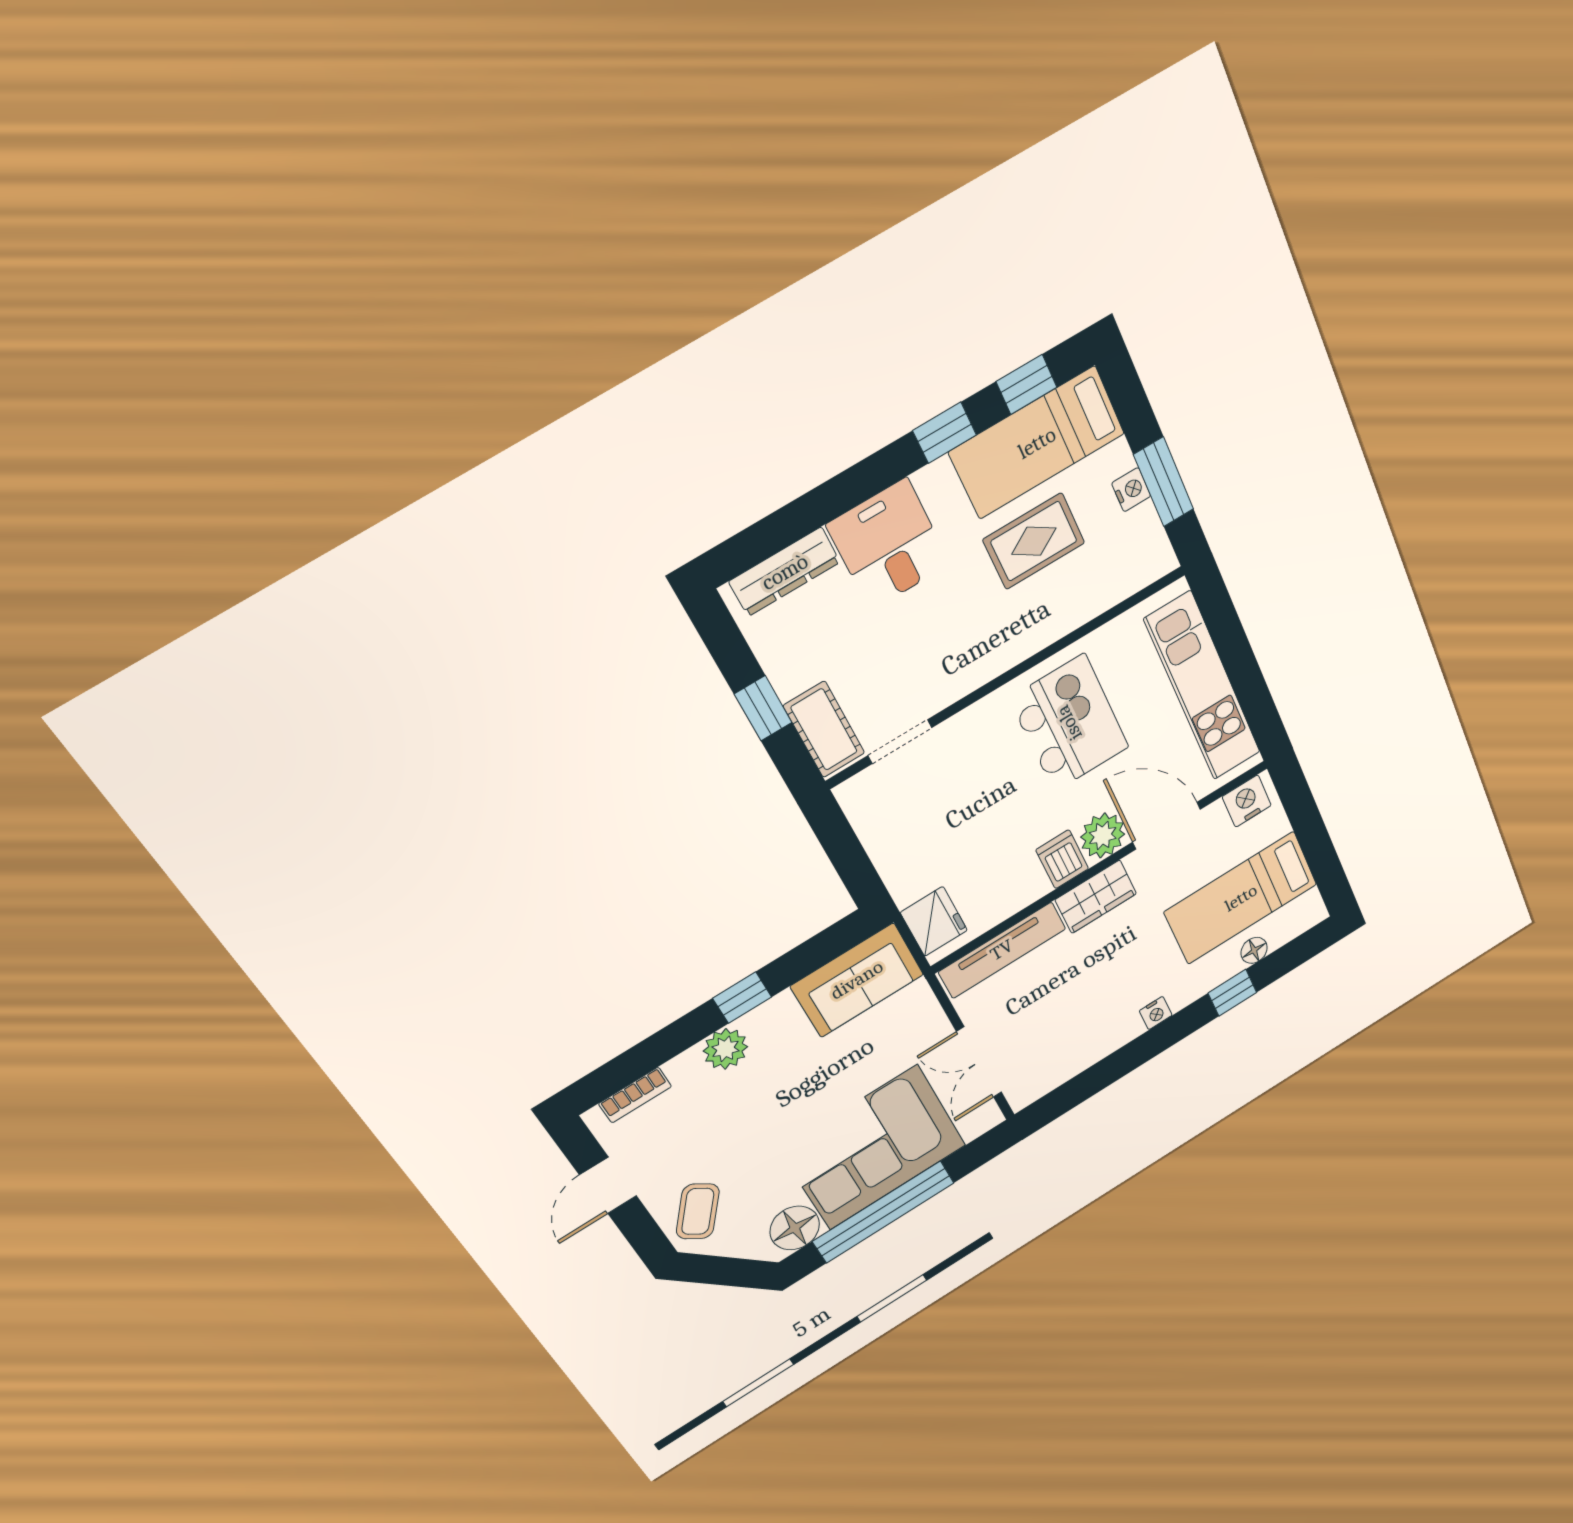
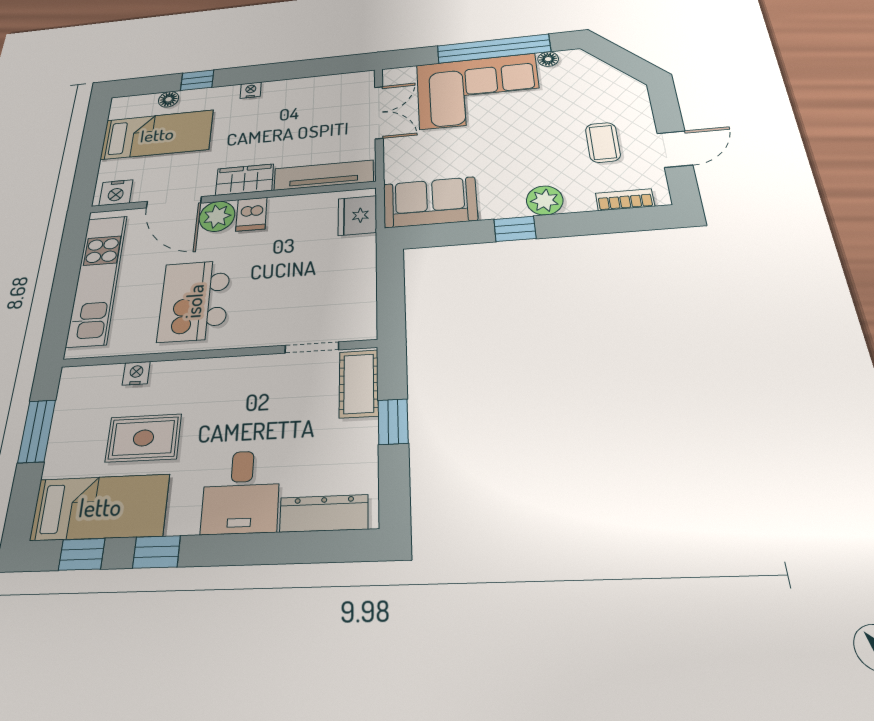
nightstand: (1131, 490) -> (136, 373), moved, turned 90
coffee table: (698, 1211) -> (603, 142), moved, turned -37
floor lamp: (795, 1228) -> (548, 59), width x0.53, depth x0.53

